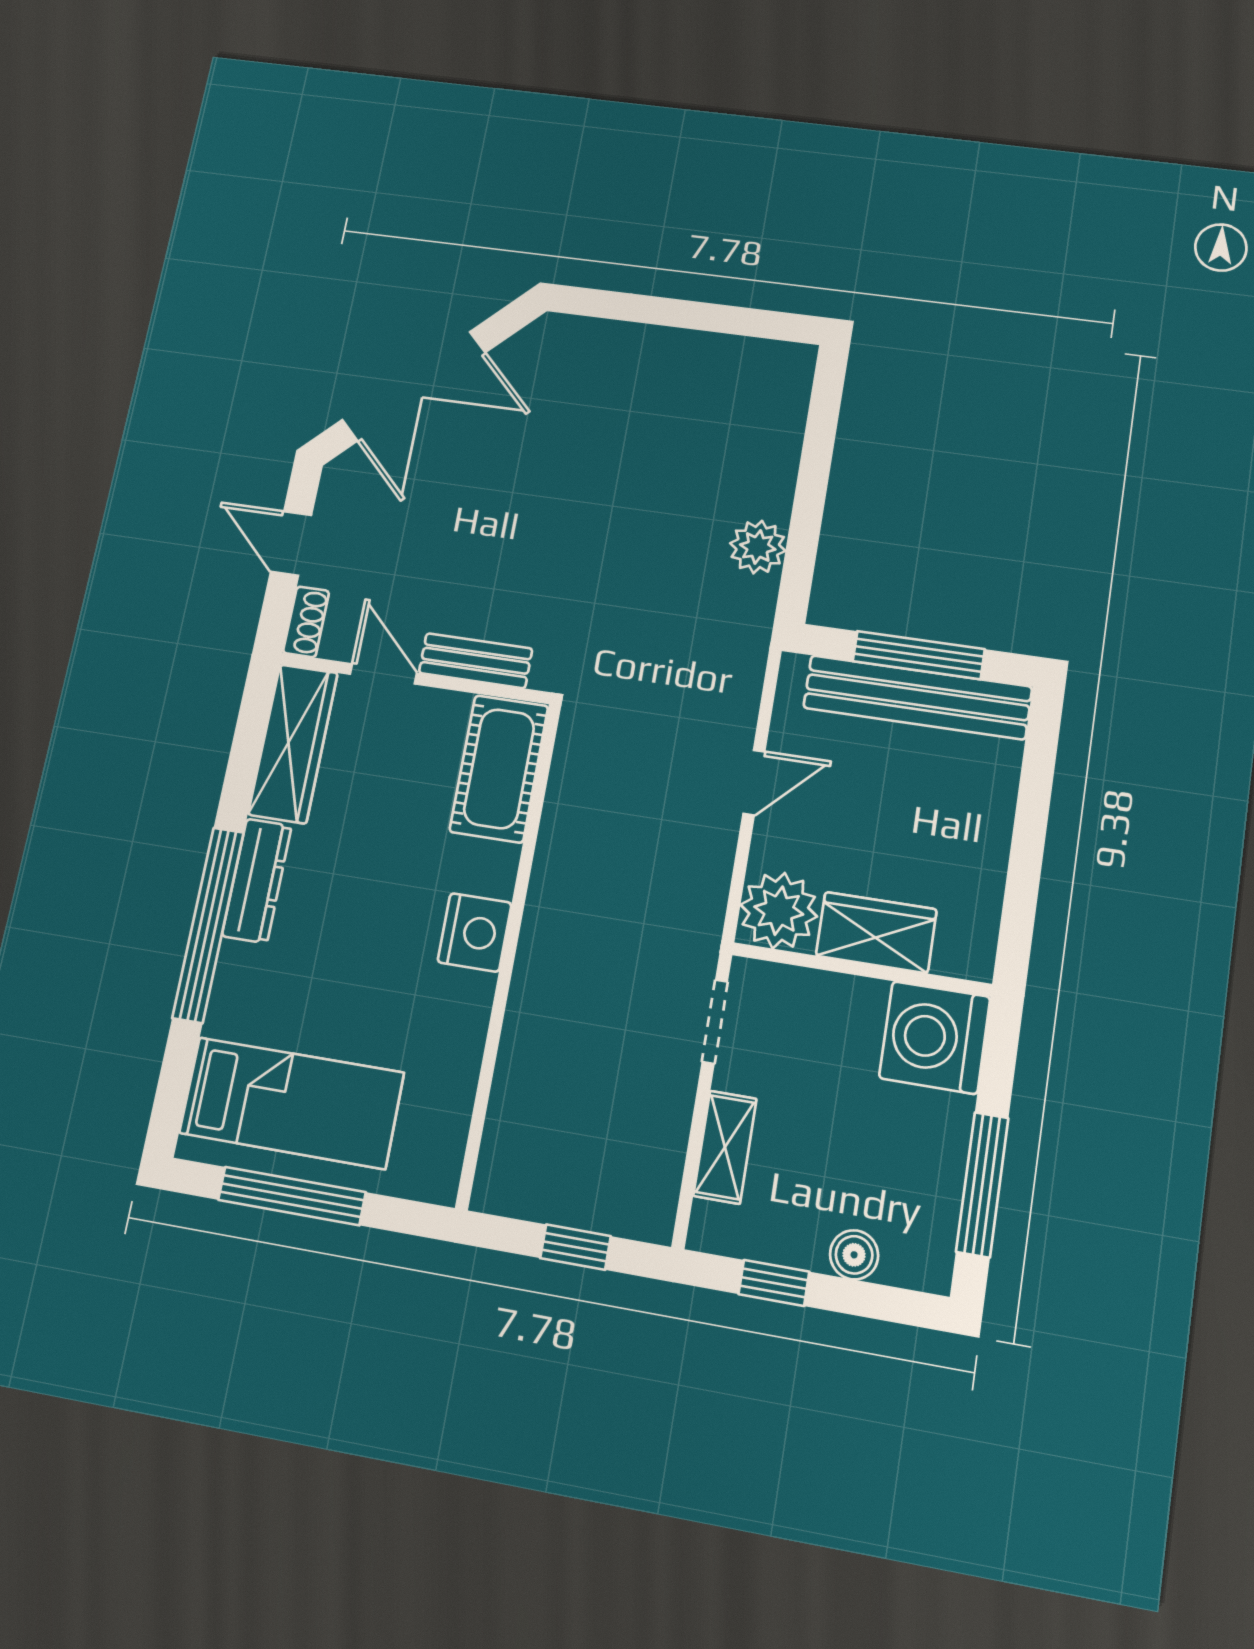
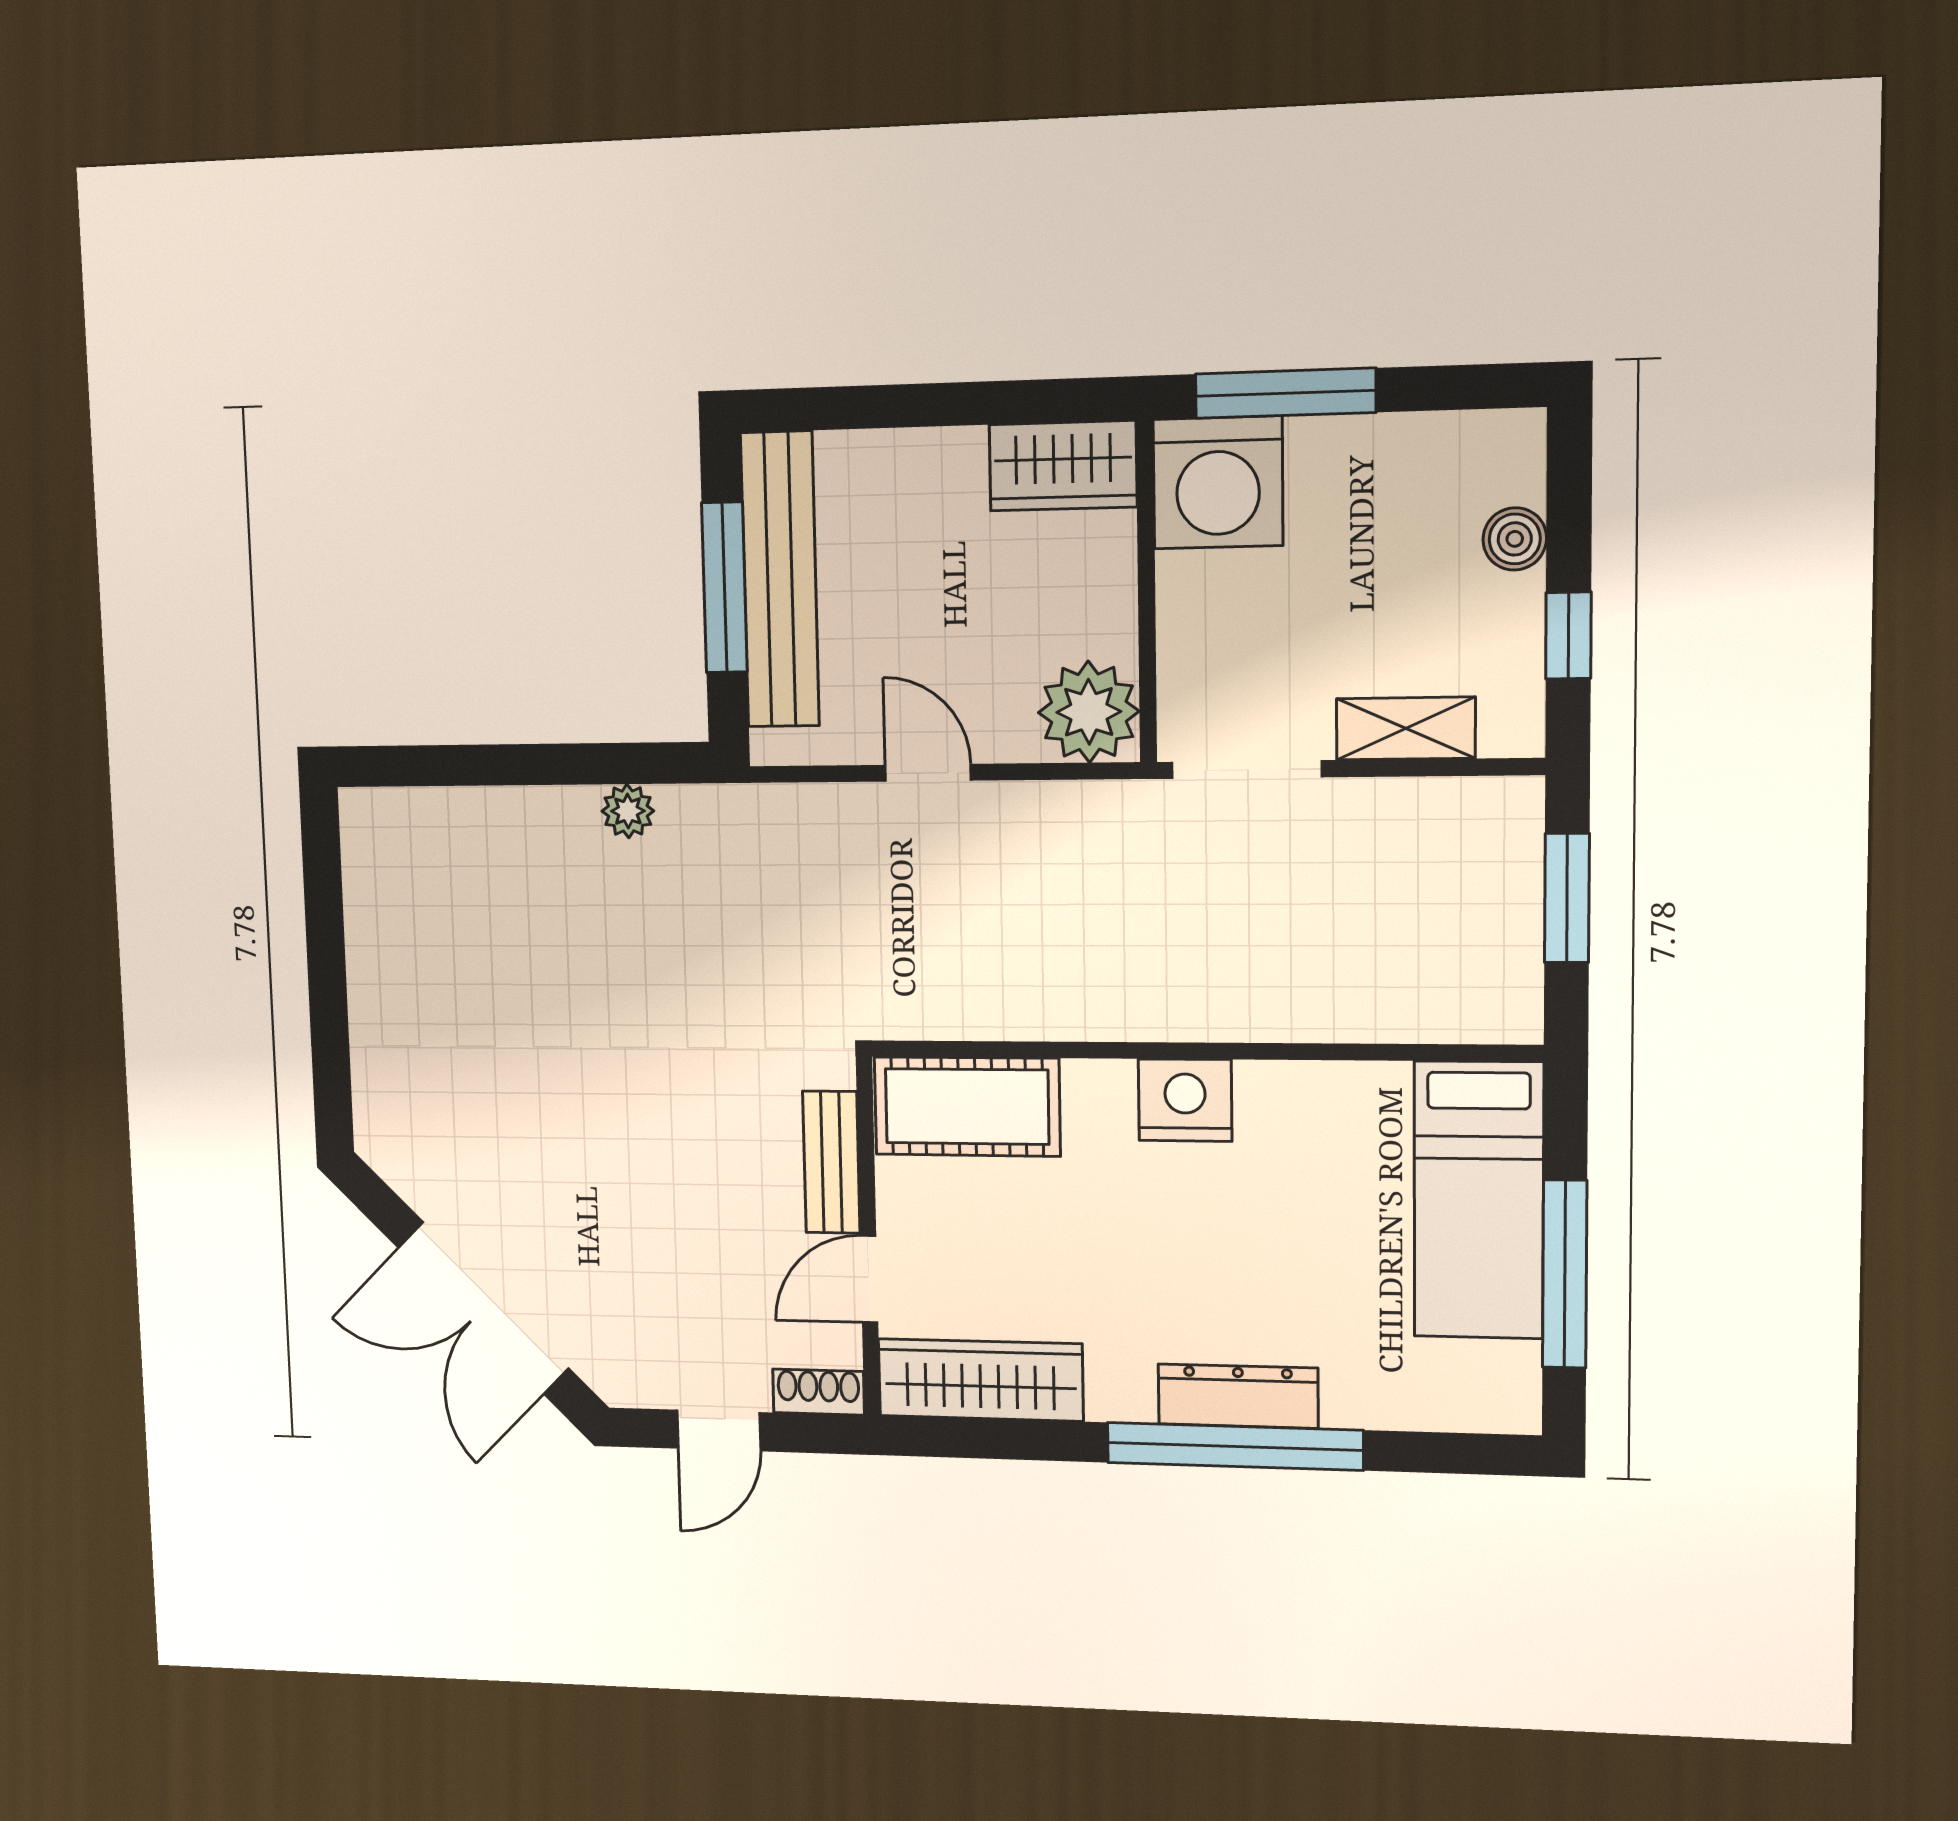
double door: (414, 386) -> (483, 1308), swing flipped
plant: (758, 547) -> (628, 811), width x0.73, depth x0.73
dresser: (257, 881) -> (1238, 1396), moved
wardrobe: (876, 932) -> (1063, 466), moved, turned -90
doorway: (715, 1022) -> (1247, 769), width x1.38
bed: (291, 1103) -> (1479, 1200), moved, turned 180
window: (982, 1185) -> (1285, 393), moved
window: (575, 1247) -> (1567, 898), width x1.50

